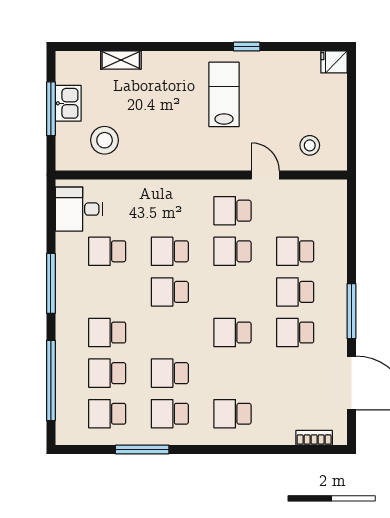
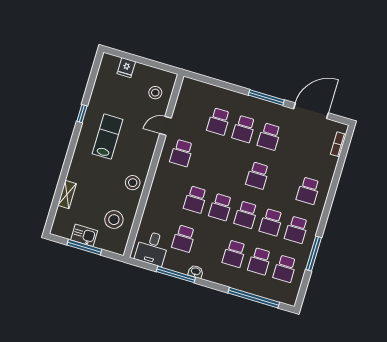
fridge: (334, 62) -> (126, 68), moved
lab bench: (224, 94) -> (108, 137), turned 90
stool: (167, 152) -> (133, 183), added
school desk: (232, 251) -> (246, 215), moved
window: (51, 283) -> (176, 274), moved
washbasin: (64, 284) -> (196, 272), added

